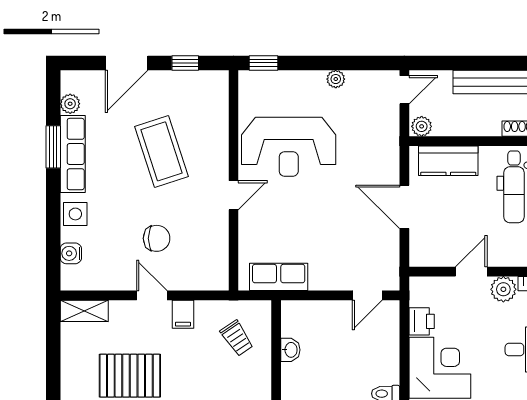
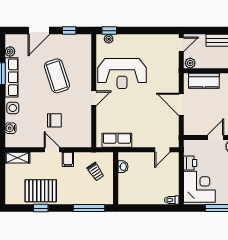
plant: (336, 79) -> (109, 39), moved
washbasin: (290, 350) -> (123, 167), moved

